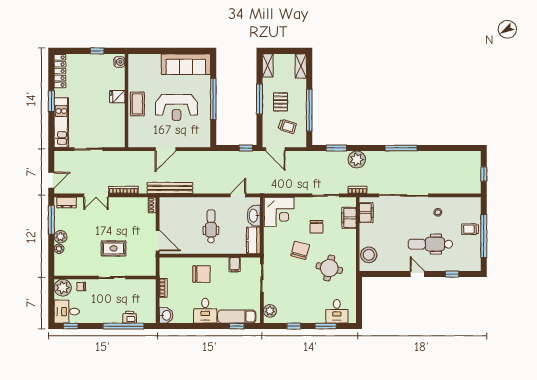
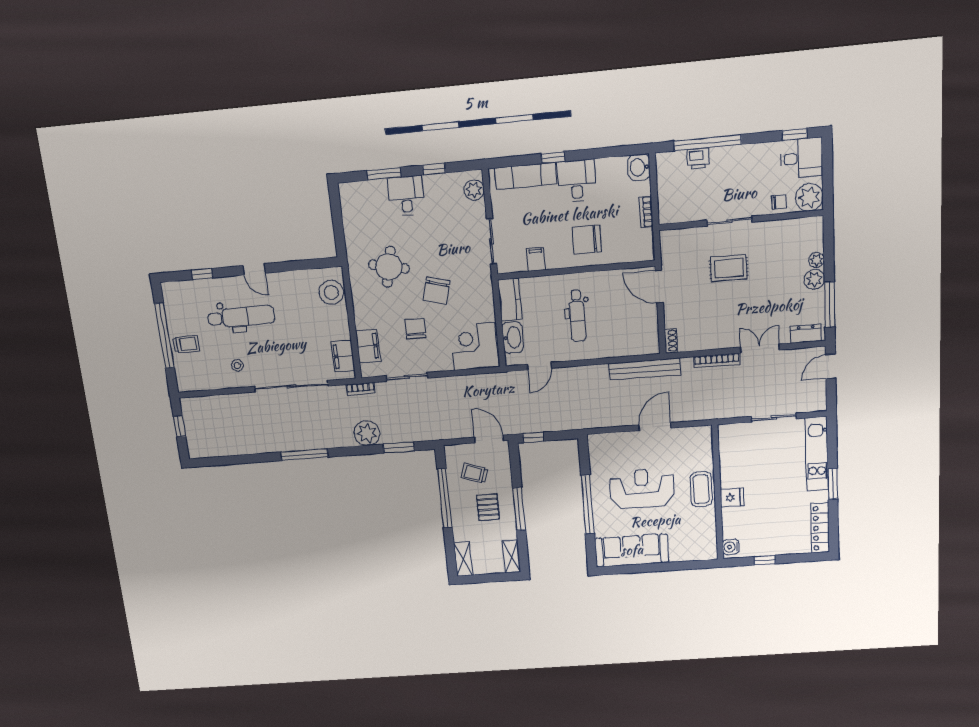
desk: (337, 311) -> (406, 196), moved
window: (237, 326) -> (553, 158), moved

